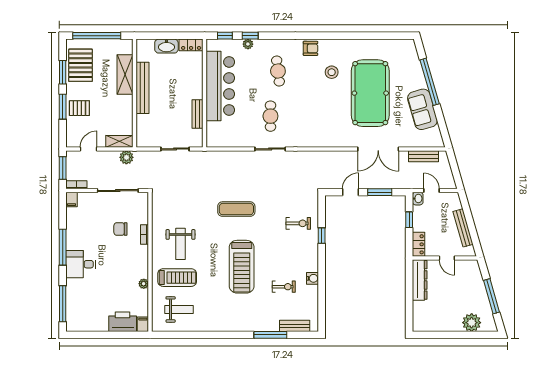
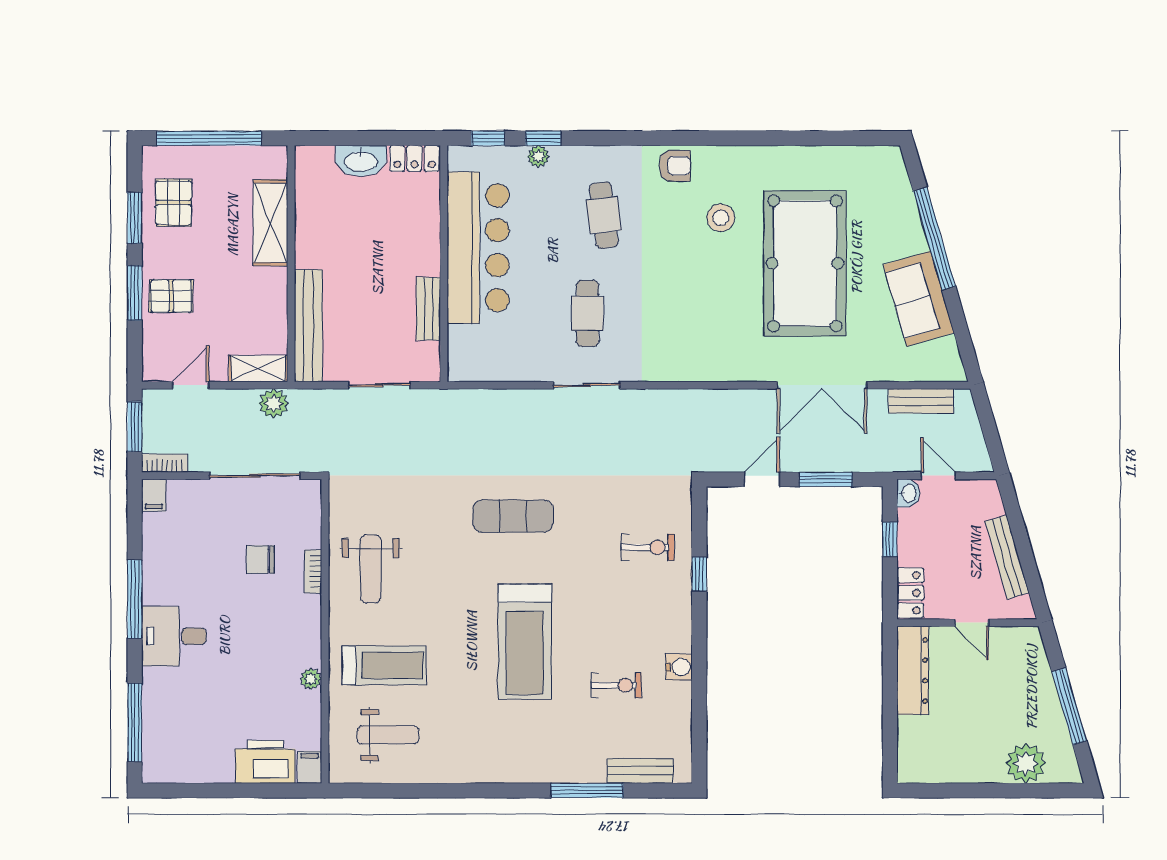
pallet: (81, 65) -> (173, 203), width x0.67, depth x0.71
bench: (142, 88) -> (308, 326), moved
weight bench: (180, 244) -> (371, 569), moved

